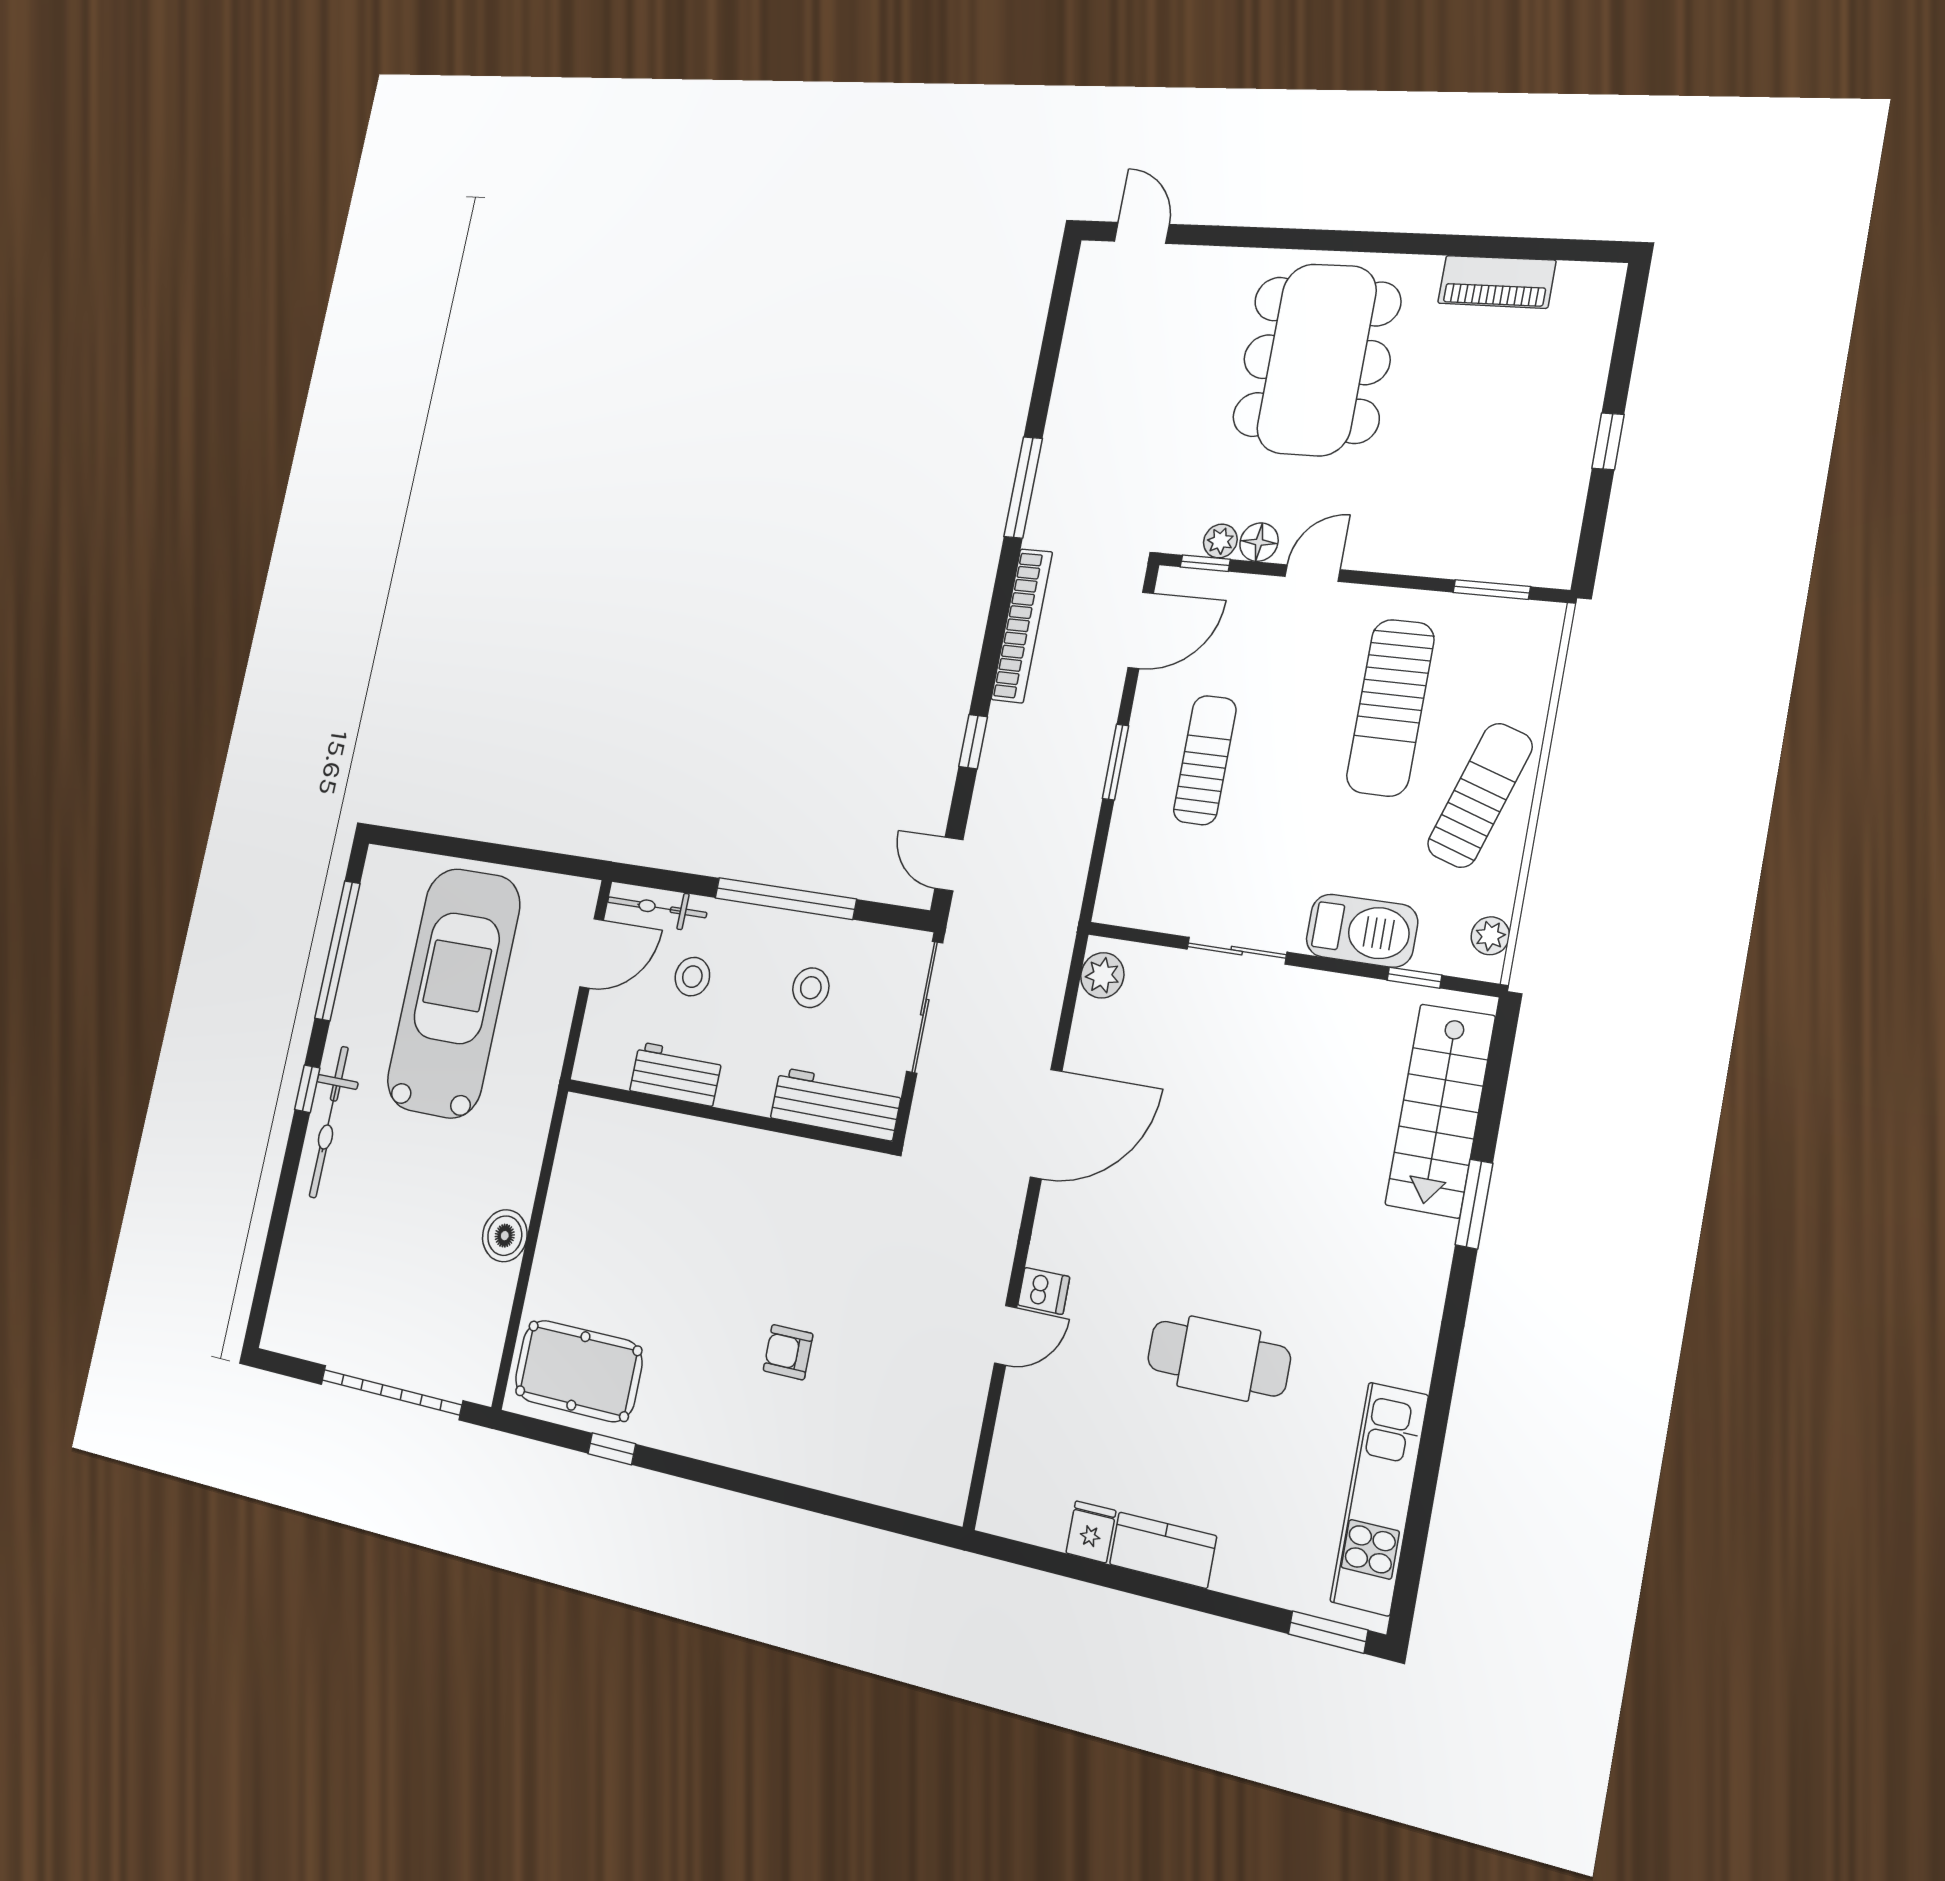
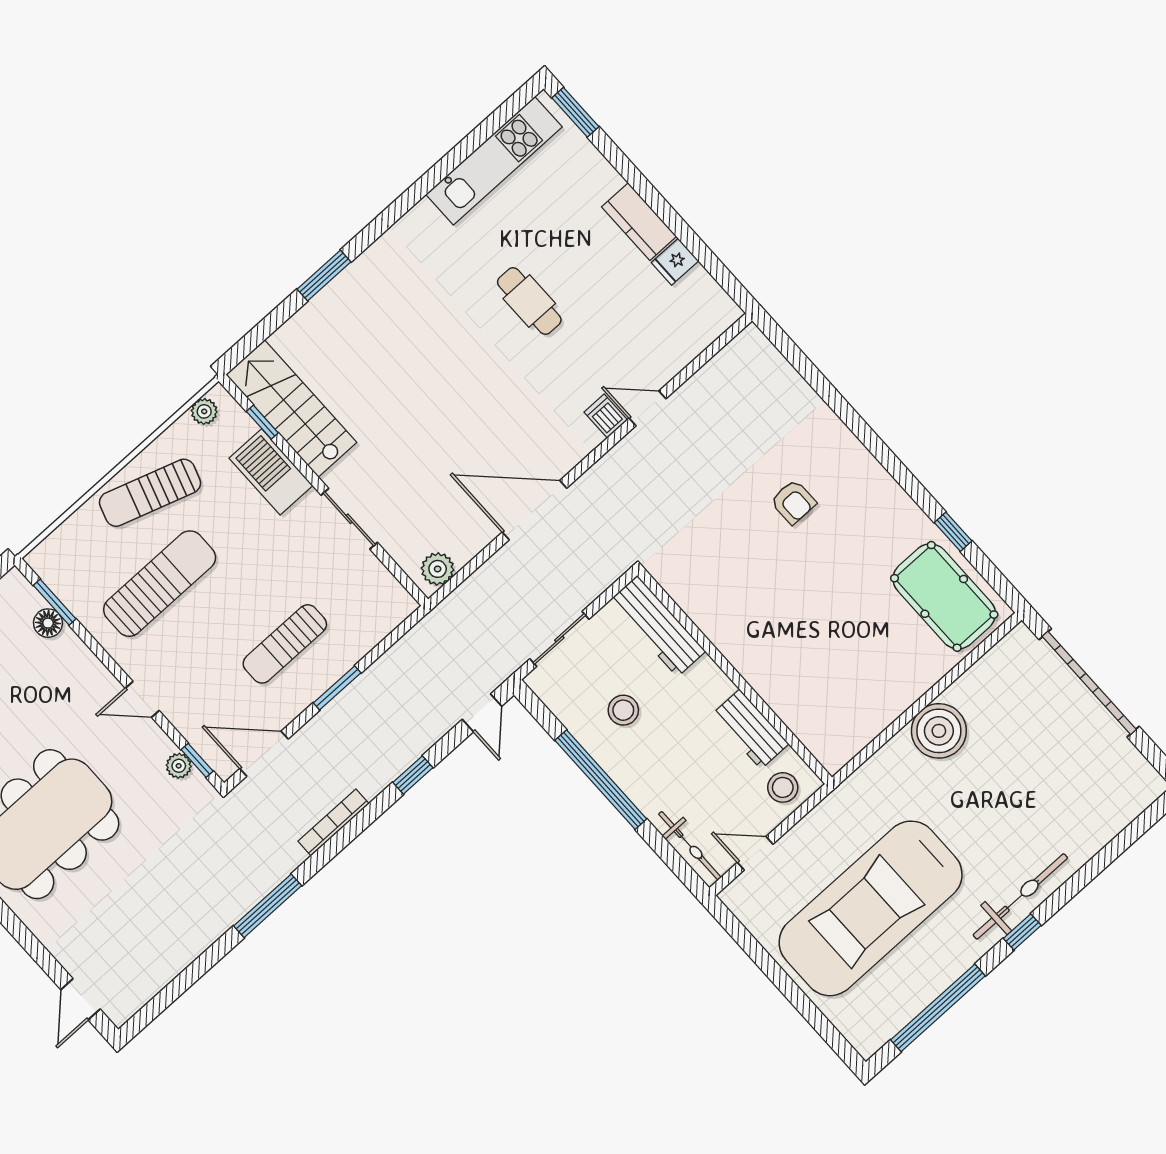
floor lamp: (1259, 542) -> (48, 623), moved
bookcase: (1022, 626) -> (334, 822), width x0.68, depth x0.76
door: (592, 953) -> (755, 853), width x0.73
stool: (692, 977) -> (783, 787), moved
sliding door: (925, 1007) -> (559, 639), width x0.73
stairs: (1440, 1110) -> (291, 408), moved, turned -90
boiler: (505, 1236) -> (939, 731), width x1.37, depth x1.37
cafe table: (1219, 1358) -> (529, 301), width x0.73, depth x0.74

